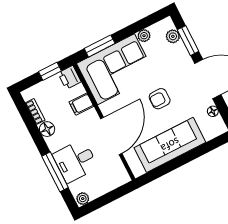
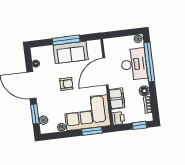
window: (50, 71) -> (139, 125), moved
filing cabinet: (81, 104) -> (117, 99), width x2.00
sofa: (170, 145) -> (71, 52), width x0.73
window: (182, 160) -> (66, 40), added
desk: (75, 161) -> (134, 64), width x1.37
window: (55, 172) -> (149, 62), width x1.46

